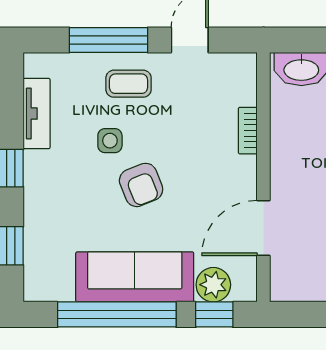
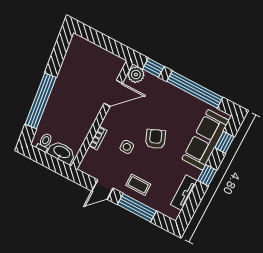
side table: (110, 141) -> (127, 147), moved
sofa: (135, 277) -> (205, 140), moved, turned 90
plant: (213, 285) -> (136, 75), moved

